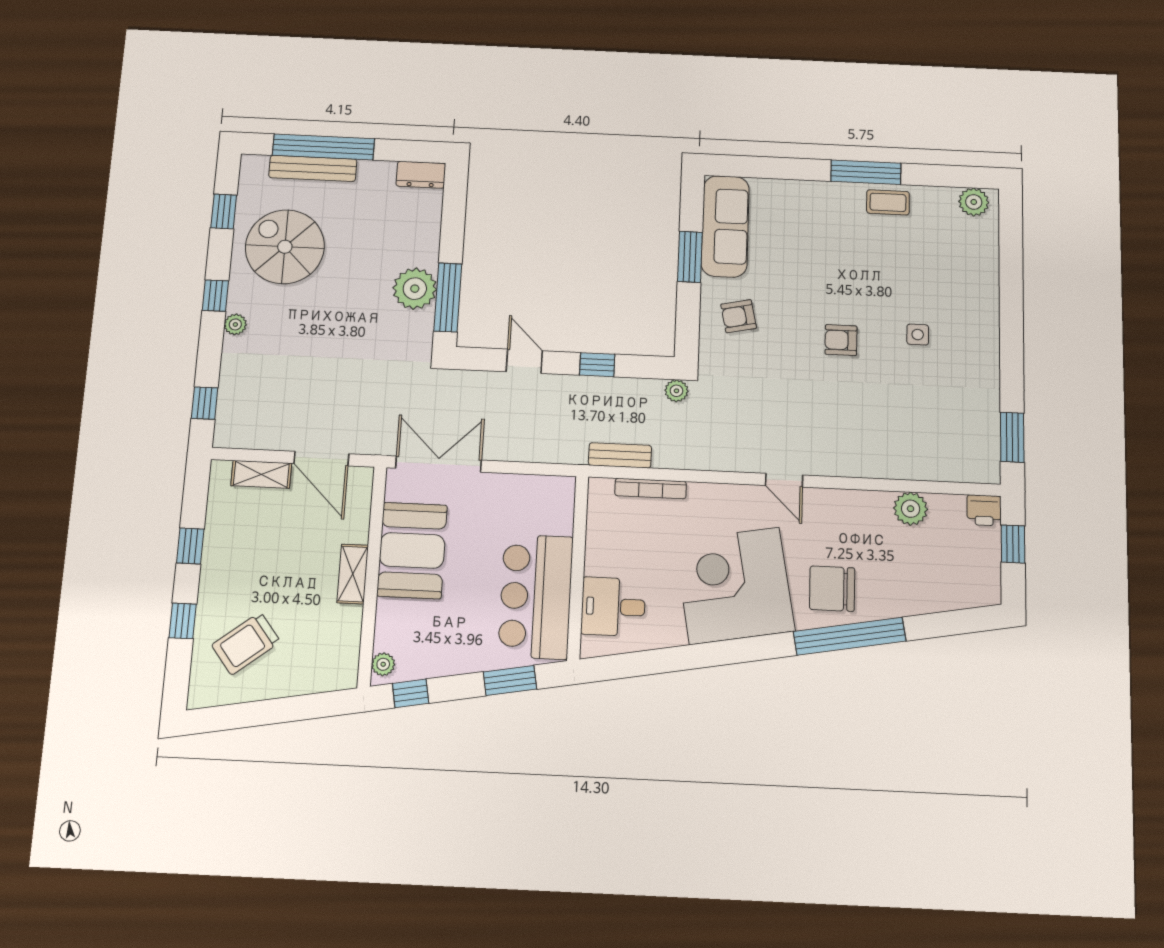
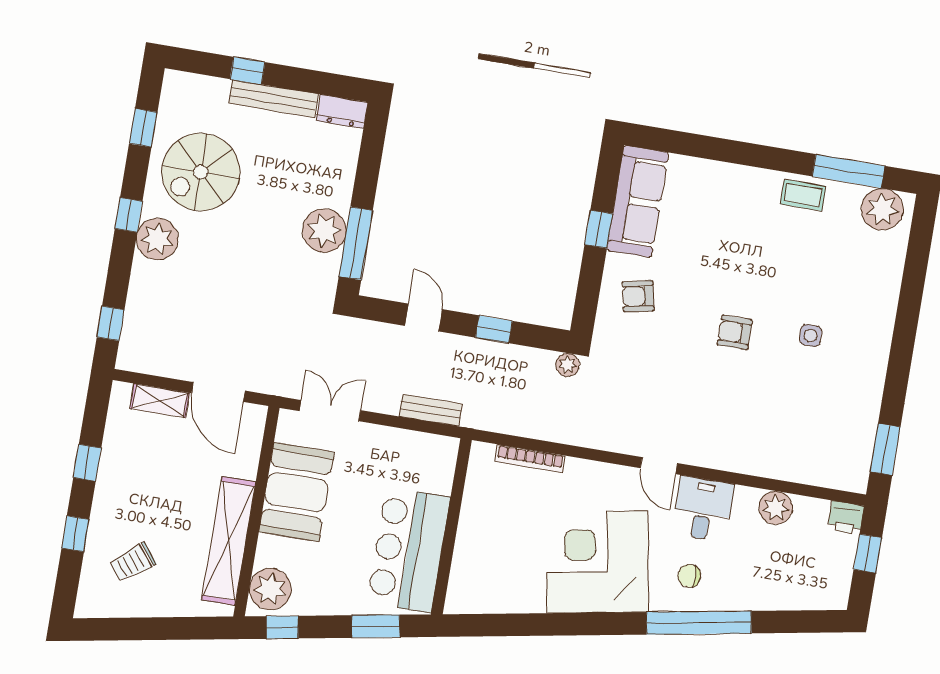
window: (323, 147) -> (248, 71), width x0.32
bench: (313, 168) -> (273, 99), moved
window: (866, 172) -> (848, 171), moved
plant: (974, 202) -> (882, 209), width x1.36, depth x1.36
spiral stairs: (285, 247) -> (201, 172), turned -90
window: (690, 257) -> (599, 229), width x0.67
plant: (235, 324) -> (157, 239), width x1.88, depth x1.88
bench: (620, 455) -> (431, 410), moved
double door: (439, 464) -> (330, 411), width x0.73
shelving: (353, 574) -> (229, 541), width x2.20, depth x1.33
chair: (832, 589) -> (689, 576), width x0.54, depth x0.54
desk: (613, 607) -> (703, 509), moved, turned 90
trolley: (246, 643) -> (133, 562), width x0.73, depth x0.72
plant: (383, 664) -> (270, 589), width x1.88, depth x1.88

